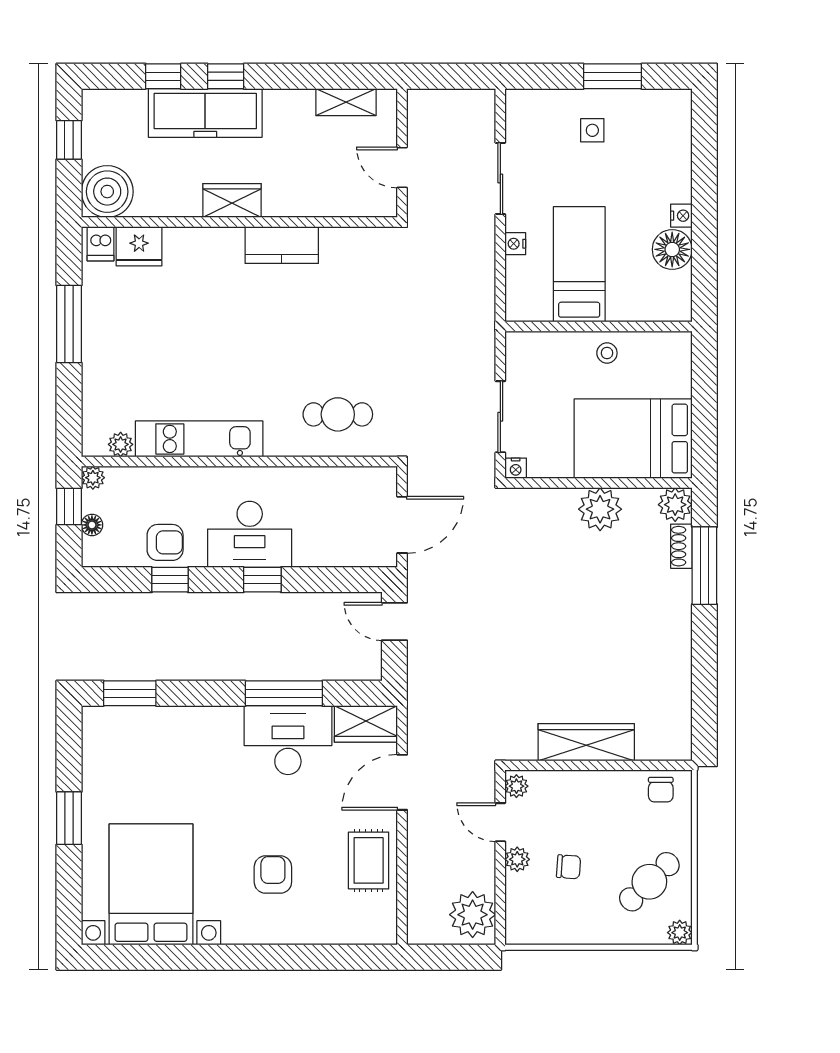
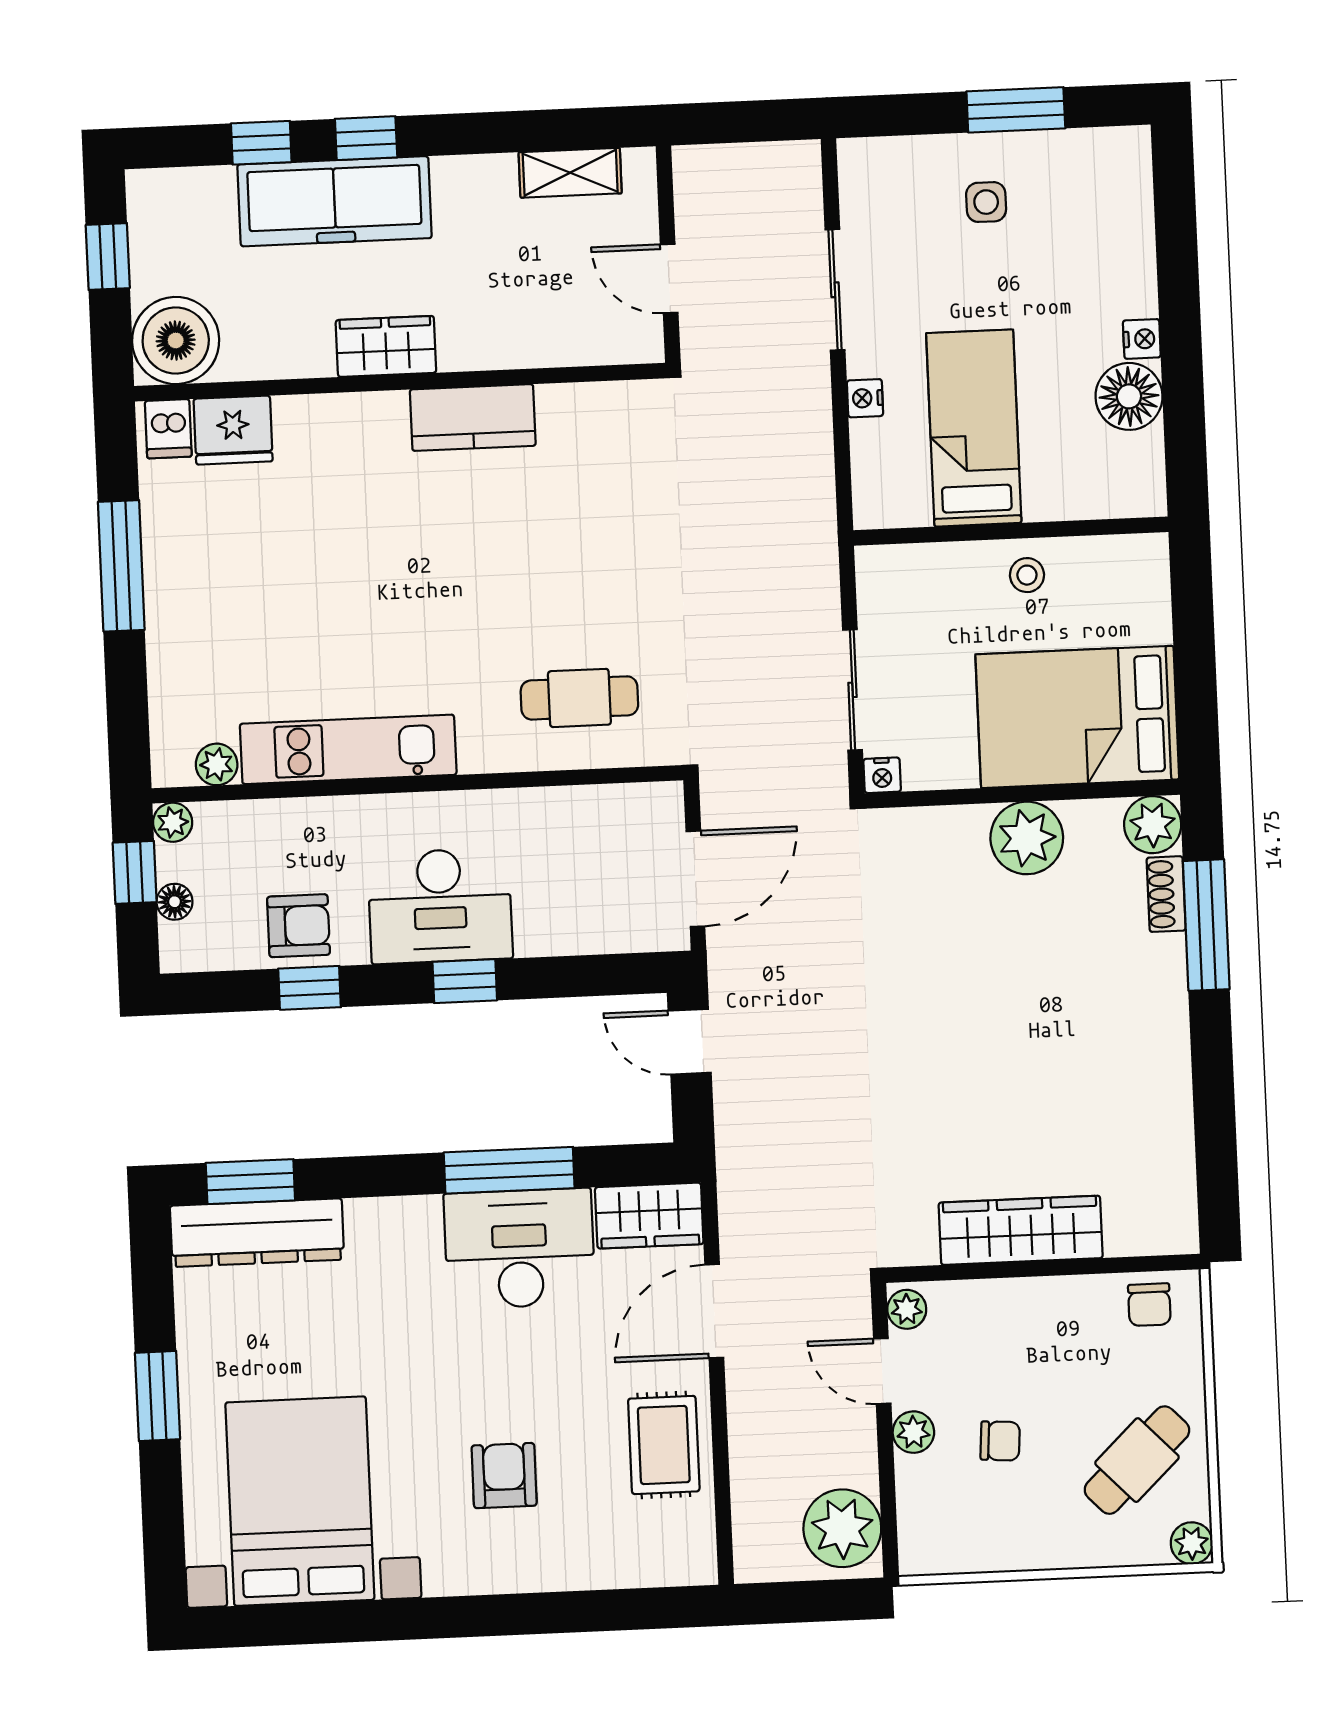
dresser: (132, 724) -> (257, 1233), added

